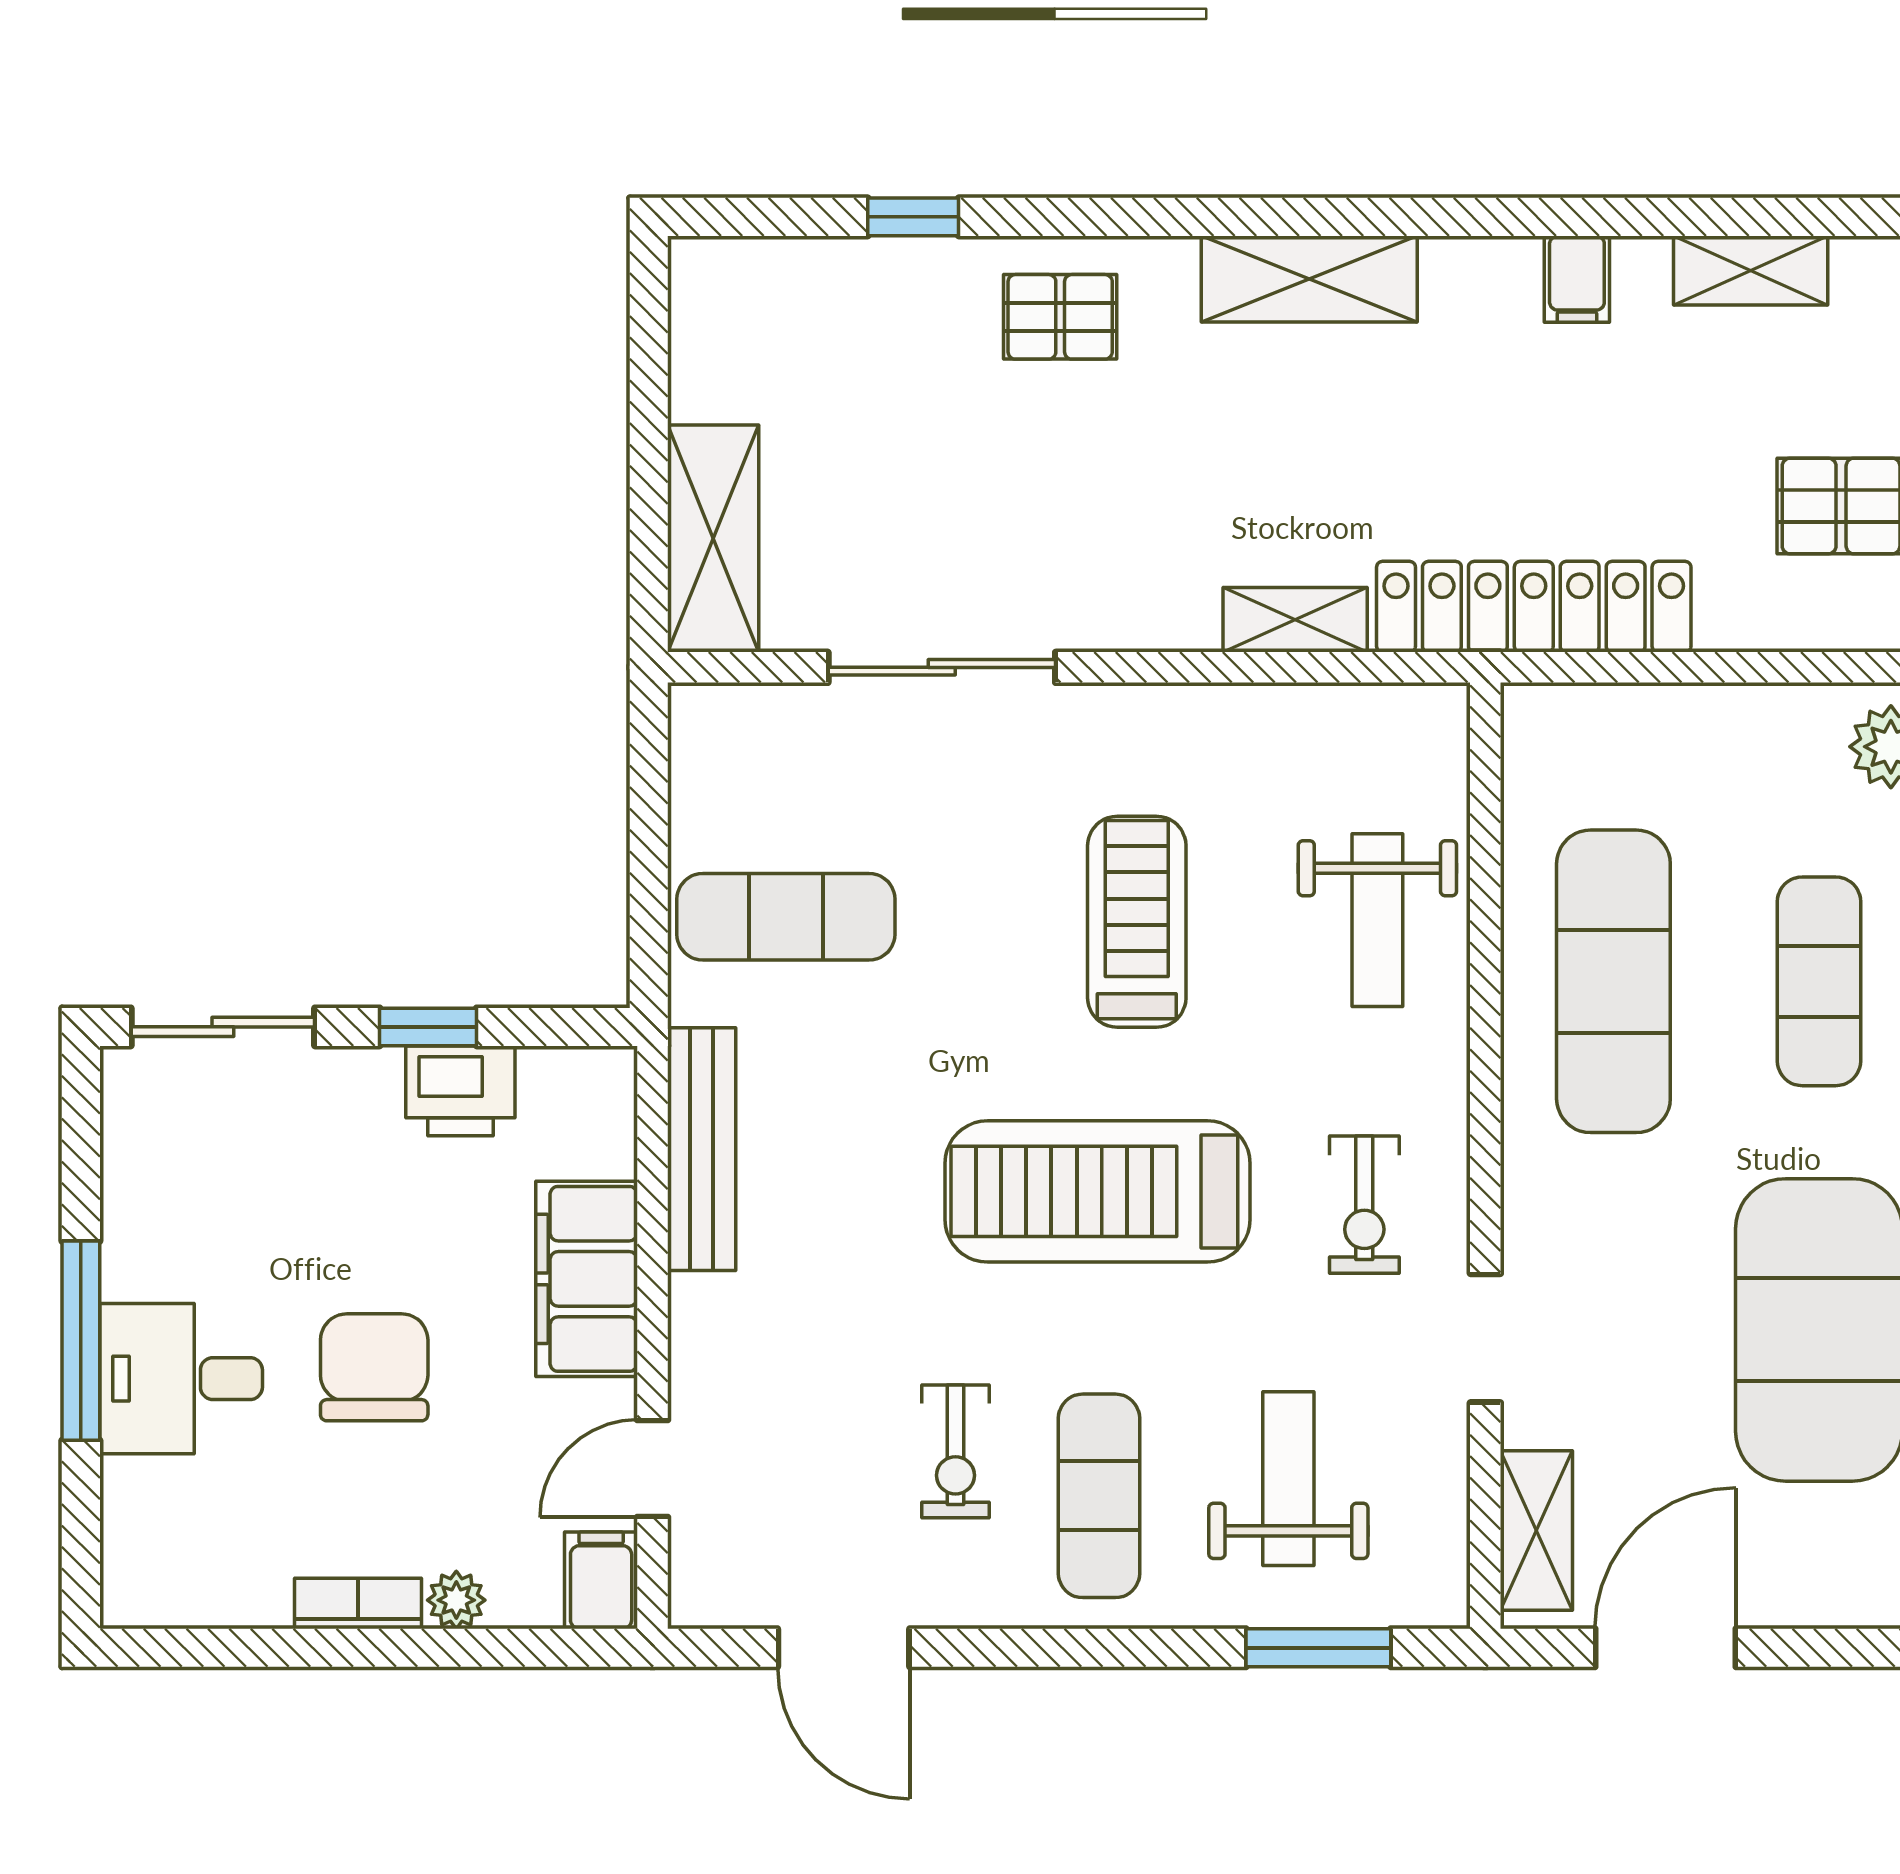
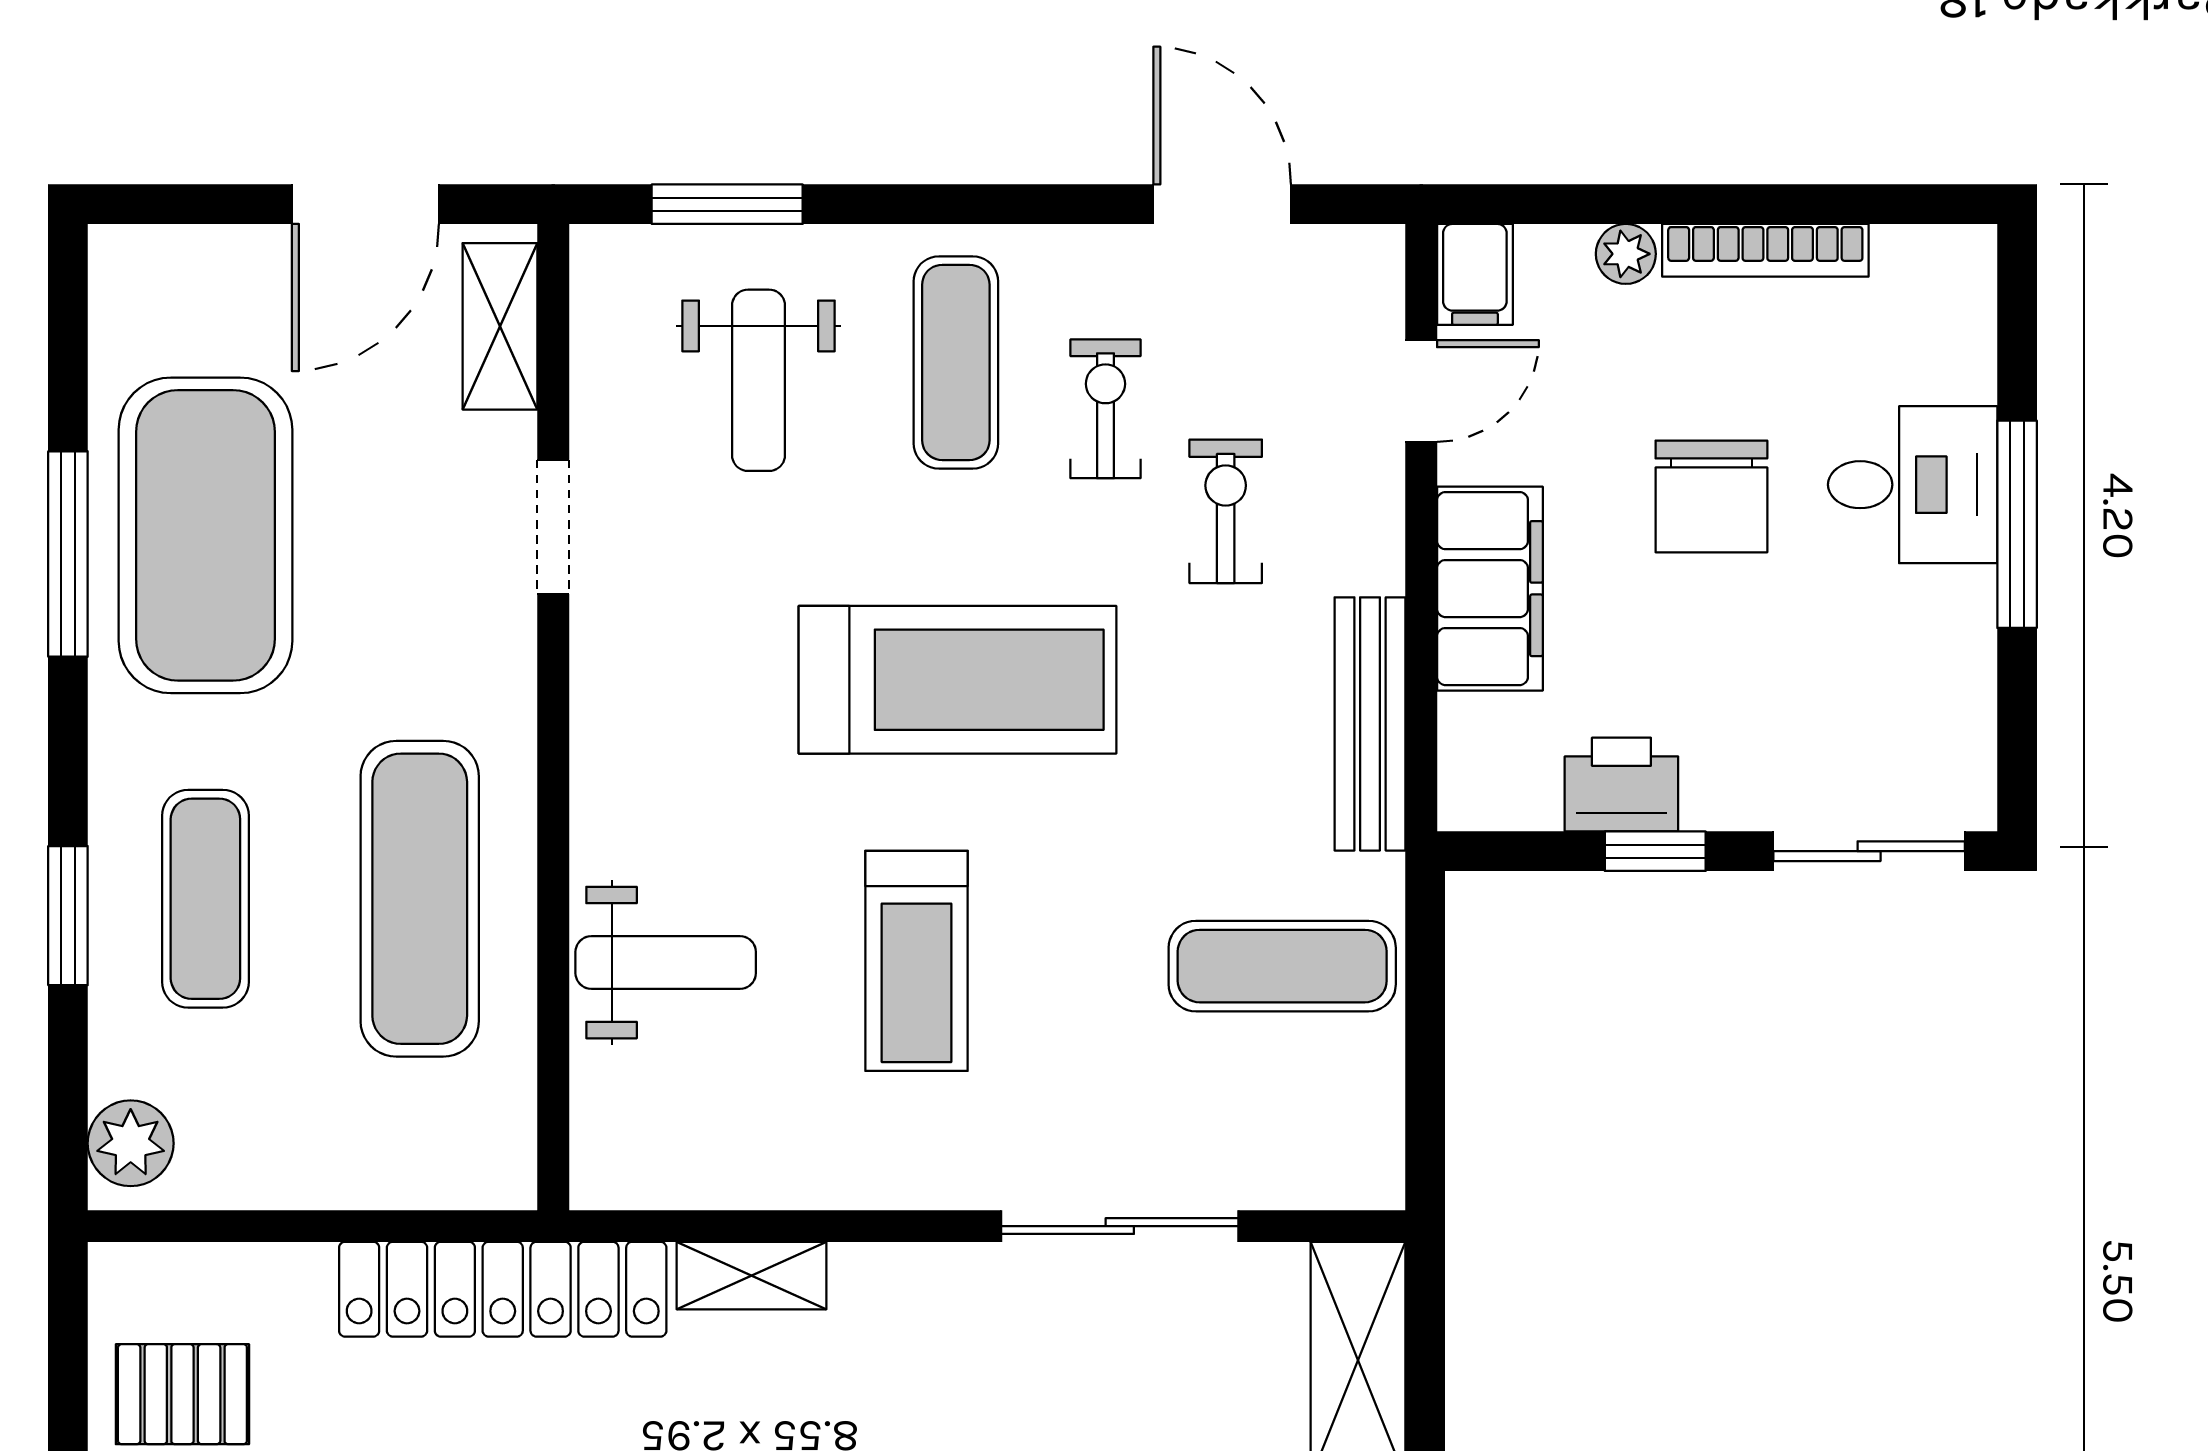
weight bench: (1377, 920) -> (666, 963), turned 90
exercise bike: (1364, 1205) -> (1226, 511), moved
bookcase: (358, 1603) -> (1765, 250), width x1.56

